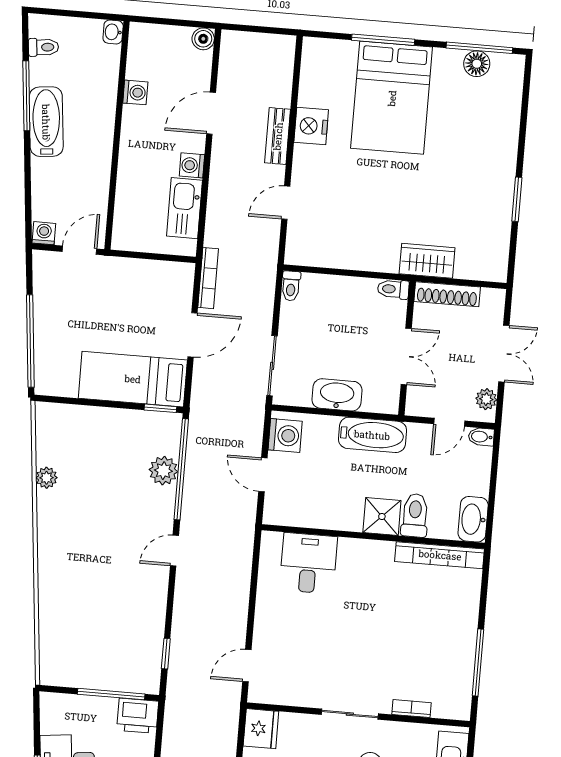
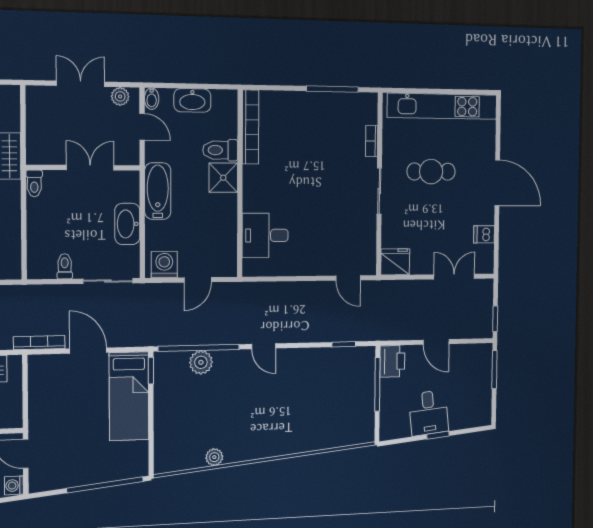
toilet: (291, 286) -> (65, 266), moved, turned -90
shoe rack: (447, 294) -> (34, 136), removed
washbasin: (473, 519) -> (192, 100), moved

